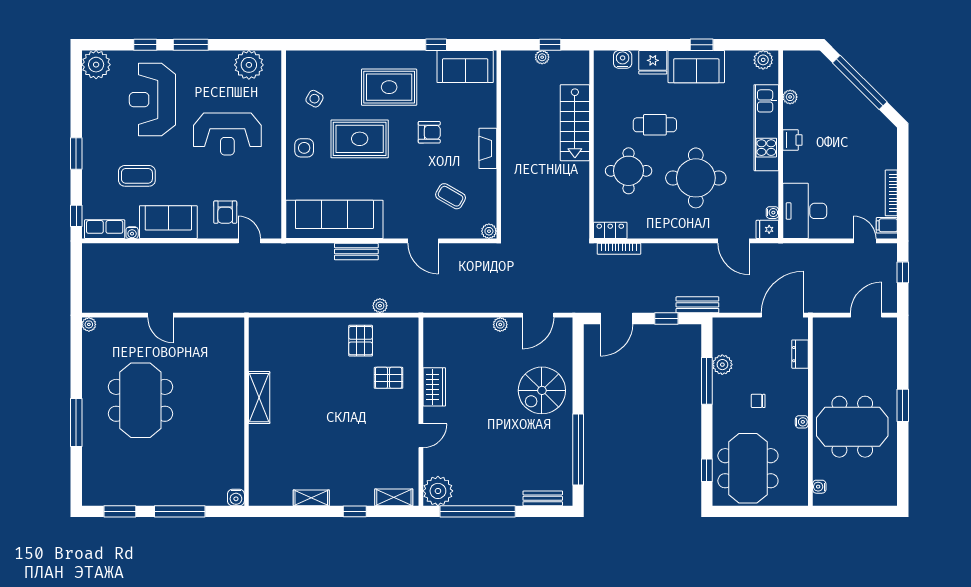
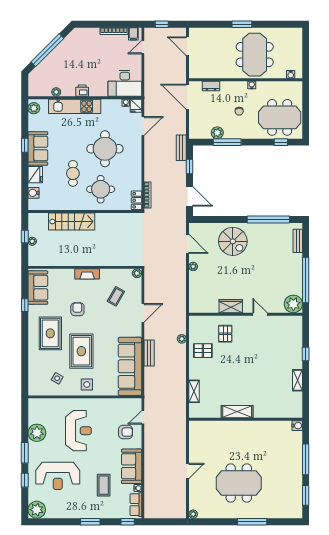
plant: (249, 65) -> (37, 433), moved
shelving: (394, 497) -> (194, 391), moved

